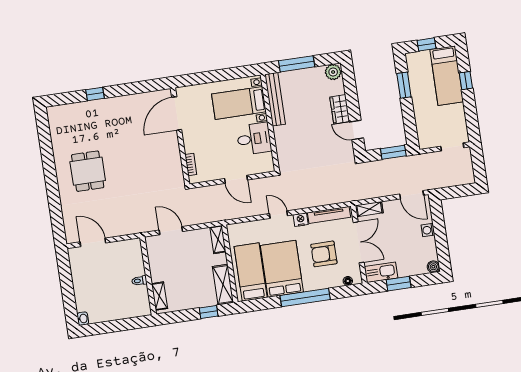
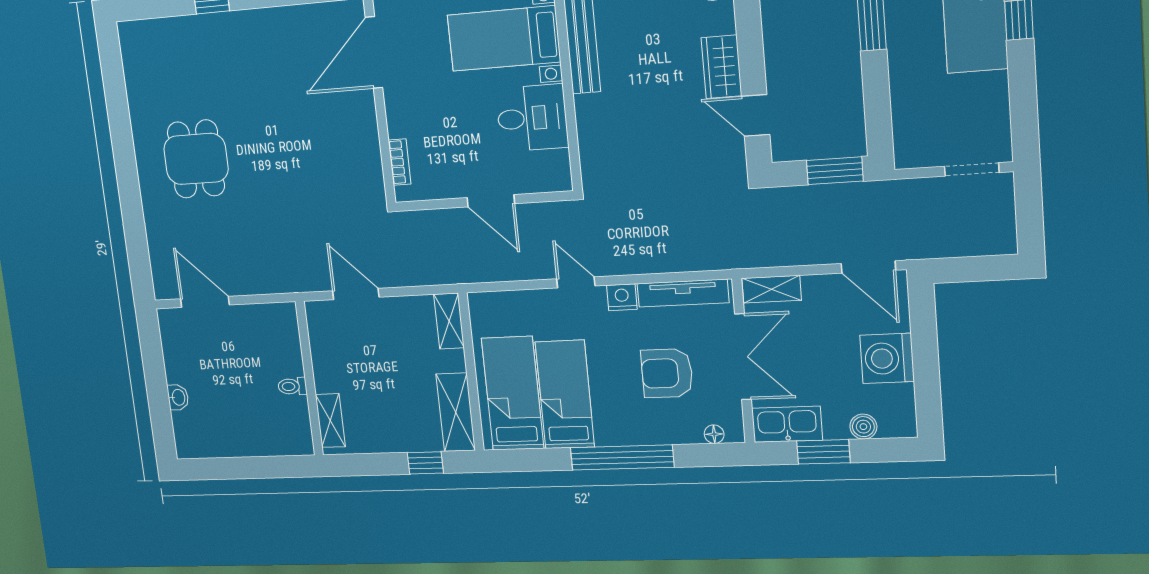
washing machine: (428, 230) -> (887, 358), width x1.89, depth x1.89
boiler: (433, 267) -> (863, 427), moved
bed: (282, 269) -> (565, 395), width x0.67
washbasin: (83, 319) -> (178, 397), moved

